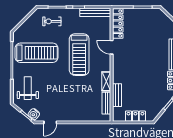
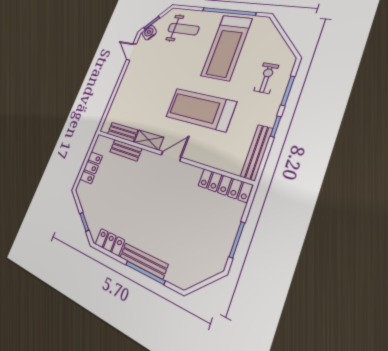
door: (112, 47) -> (171, 156), moved

